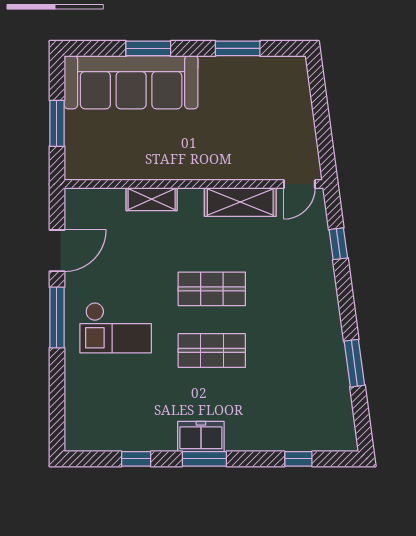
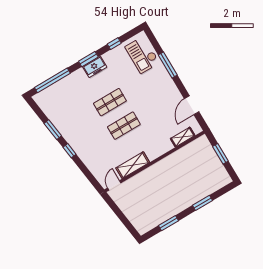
sofa: (131, 82) -> (201, 186), removed
shelving: (152, 199) -> (183, 137), moved
window: (338, 244) -> (69, 151), moved
window: (57, 317) -> (168, 65), moved
checkout: (116, 328) -> (142, 55), moved, turned -90
window: (298, 459) -> (52, 80), width x3.17

